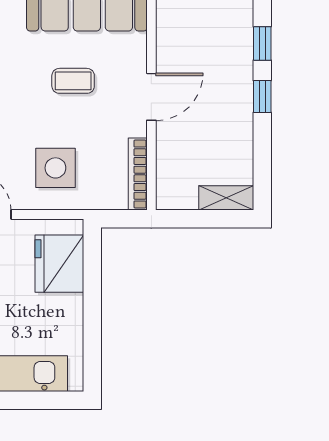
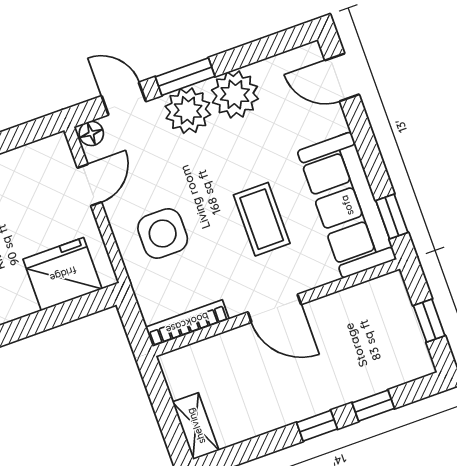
coffee table: (73, 81) -> (262, 219), width x1.36, depth x1.30

